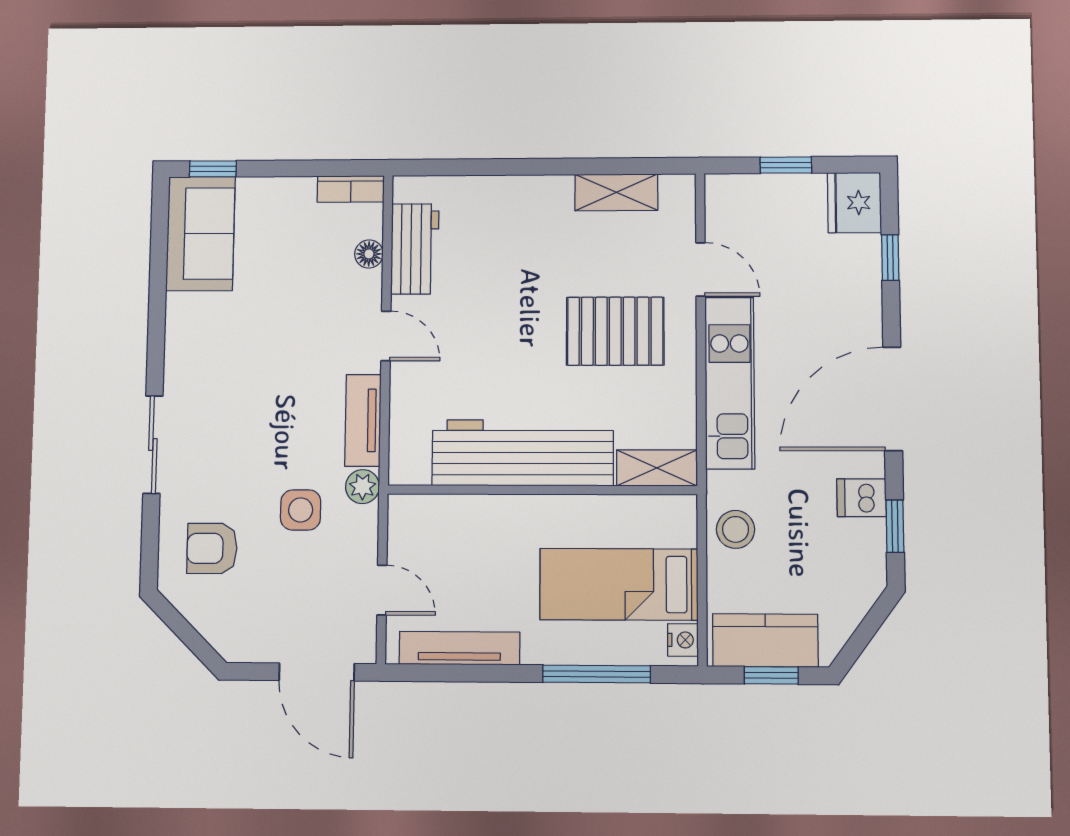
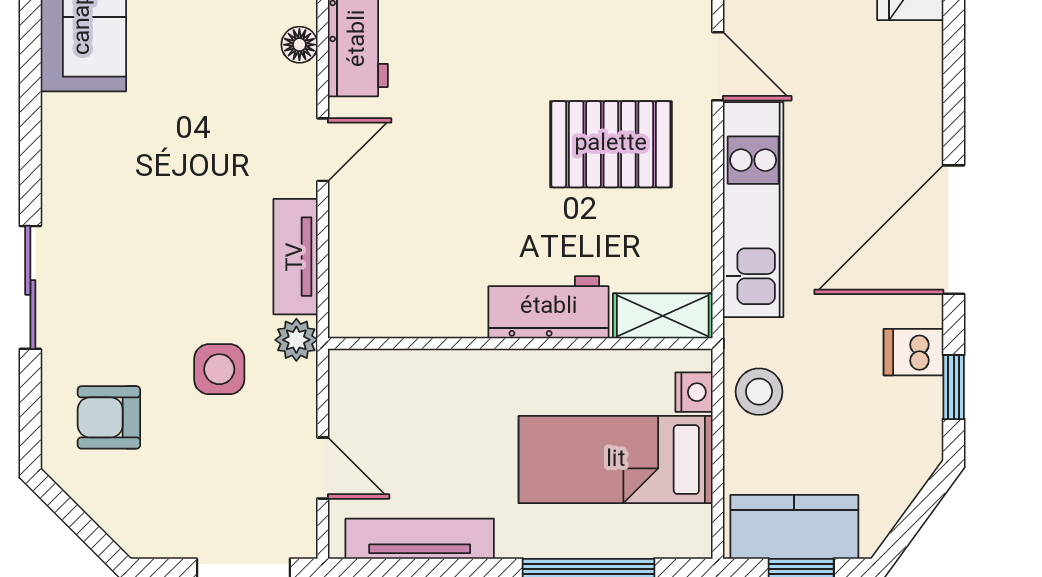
window: (890, 258) -> (954, 52), removed
door: (386, 336) -> (323, 150), hinge flipped
workbench: (523, 453) -> (549, 307), width x0.53, depth x0.76
nightstand: (683, 640) -> (694, 392), moved

